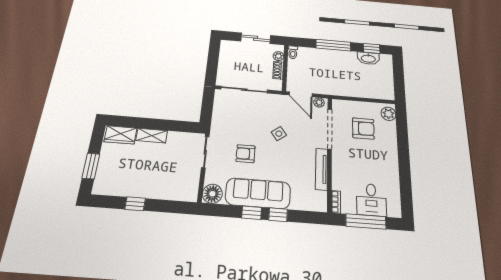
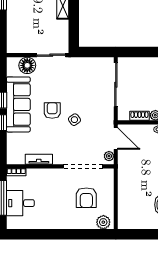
door: (301, 94) -> (116, 138), swing flipped
armchair: (246, 154) -> (52, 111), moved
tv unit: (322, 169) -> (39, 159), width x0.71
floor lamp: (212, 194) -> (27, 65), moved

